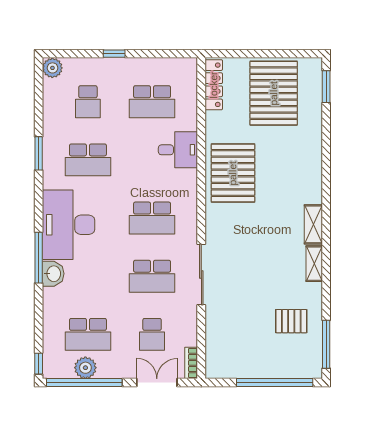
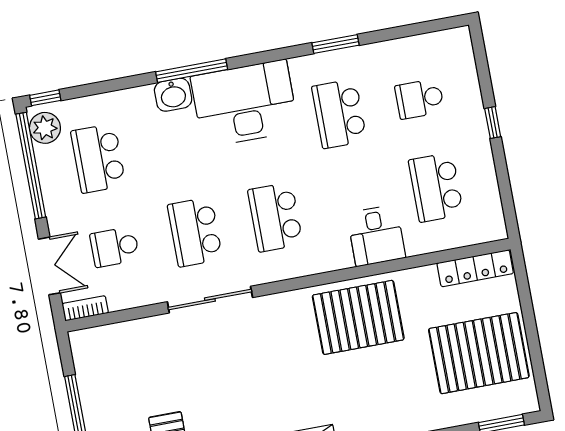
plant: (52, 68) -> (457, 41), removed
plant: (85, 368) -> (45, 128), moved

